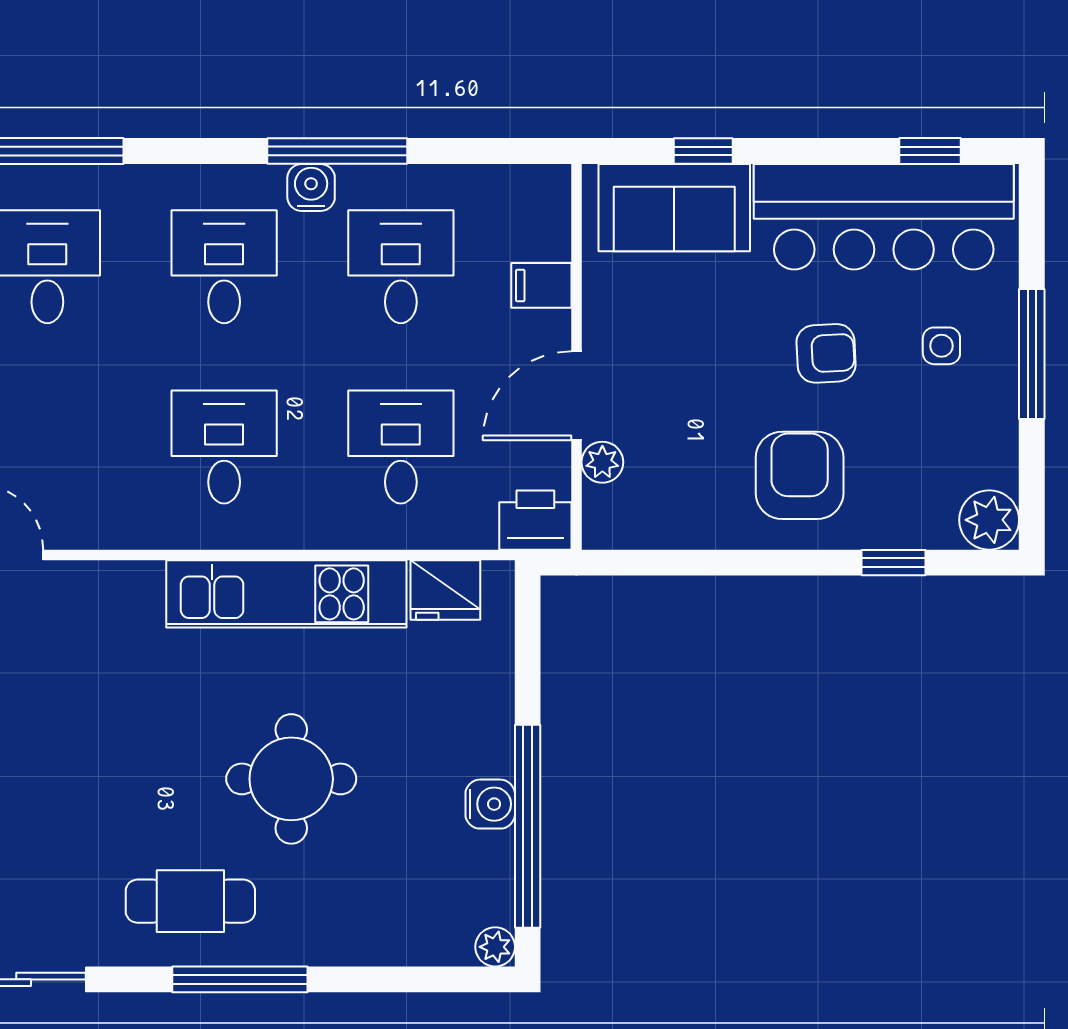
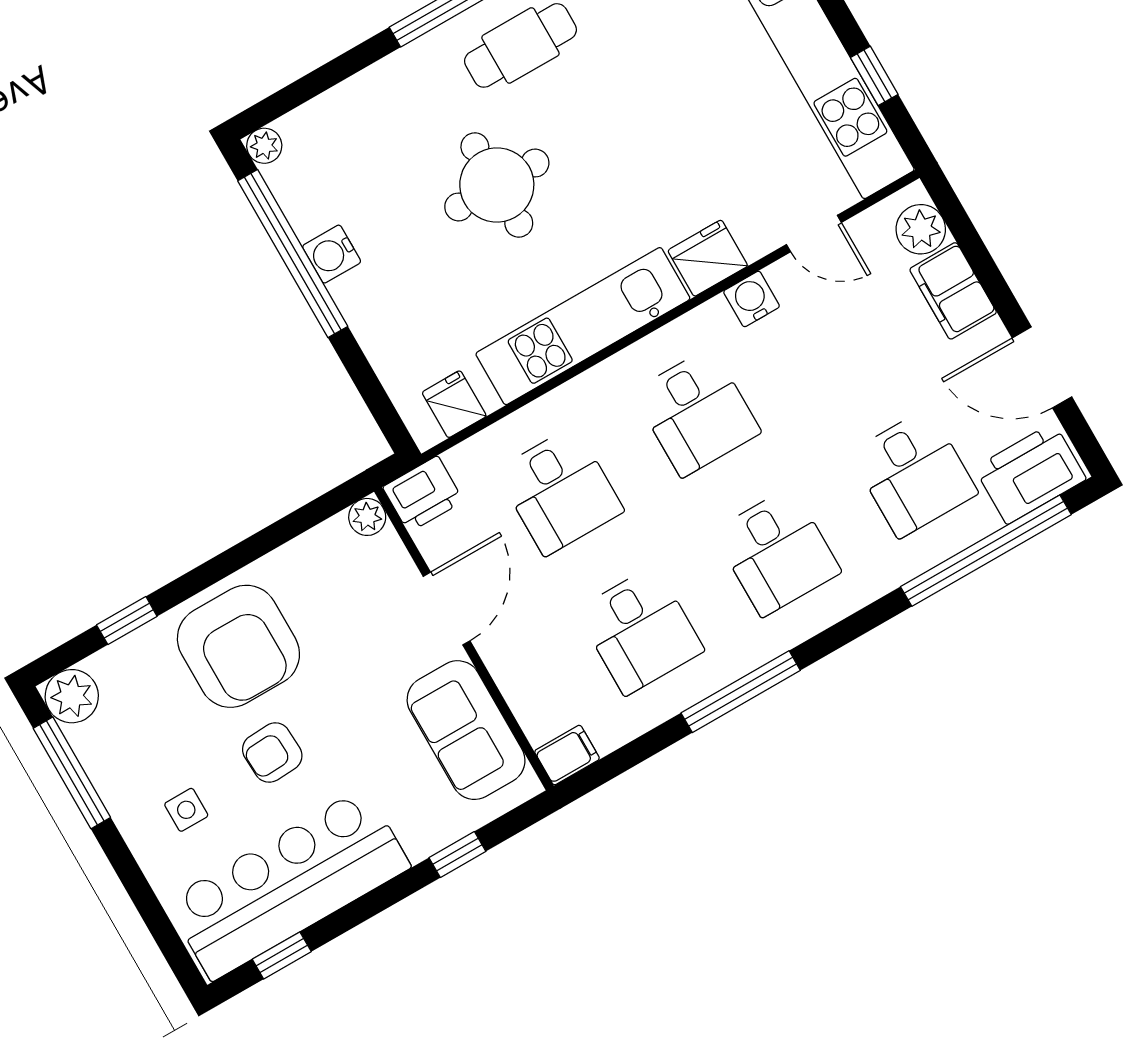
water cooler: (311, 188) -> (752, 299), moved, turned 180
sofa: (674, 208) -> (466, 730), moved, turned -90
filing cabinet: (541, 285) -> (567, 755), moved
window: (1032, 354) -> (72, 773), moved
plant: (602, 462) -> (367, 517), moved
armchair: (800, 475) -> (238, 646), width x1.36, depth x1.36
fridge: (127, 590) -> (708, 258), added
fridge: (445, 590) -> (454, 404), width x0.72

